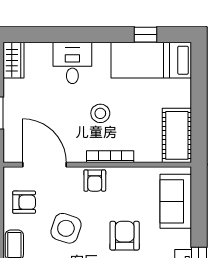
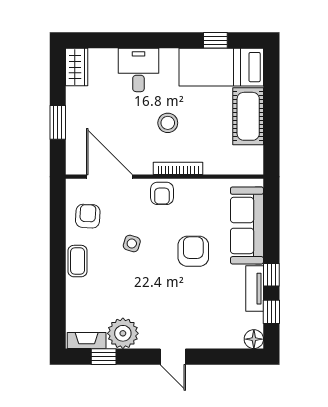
cot: (177, 135) -> (248, 116), moved
sofa: (176, 201) -> (247, 225), width x1.36
armchair: (24, 202) -> (88, 216), turned -87
side table: (66, 228) -> (132, 244), width x0.54, depth x0.54

